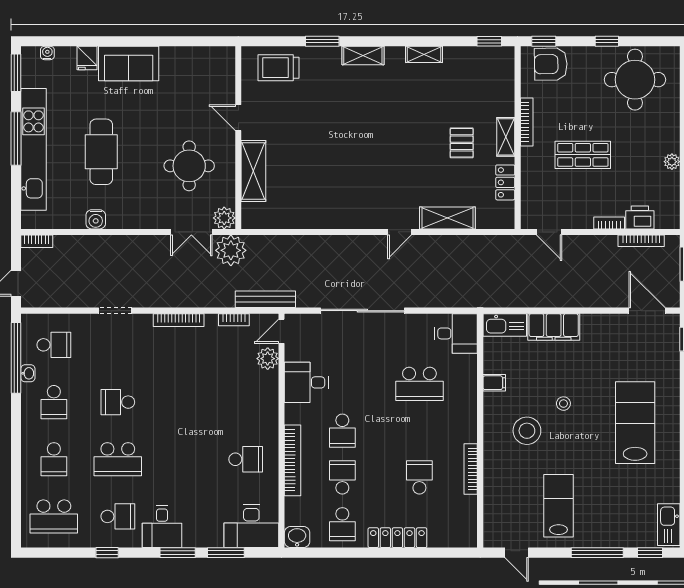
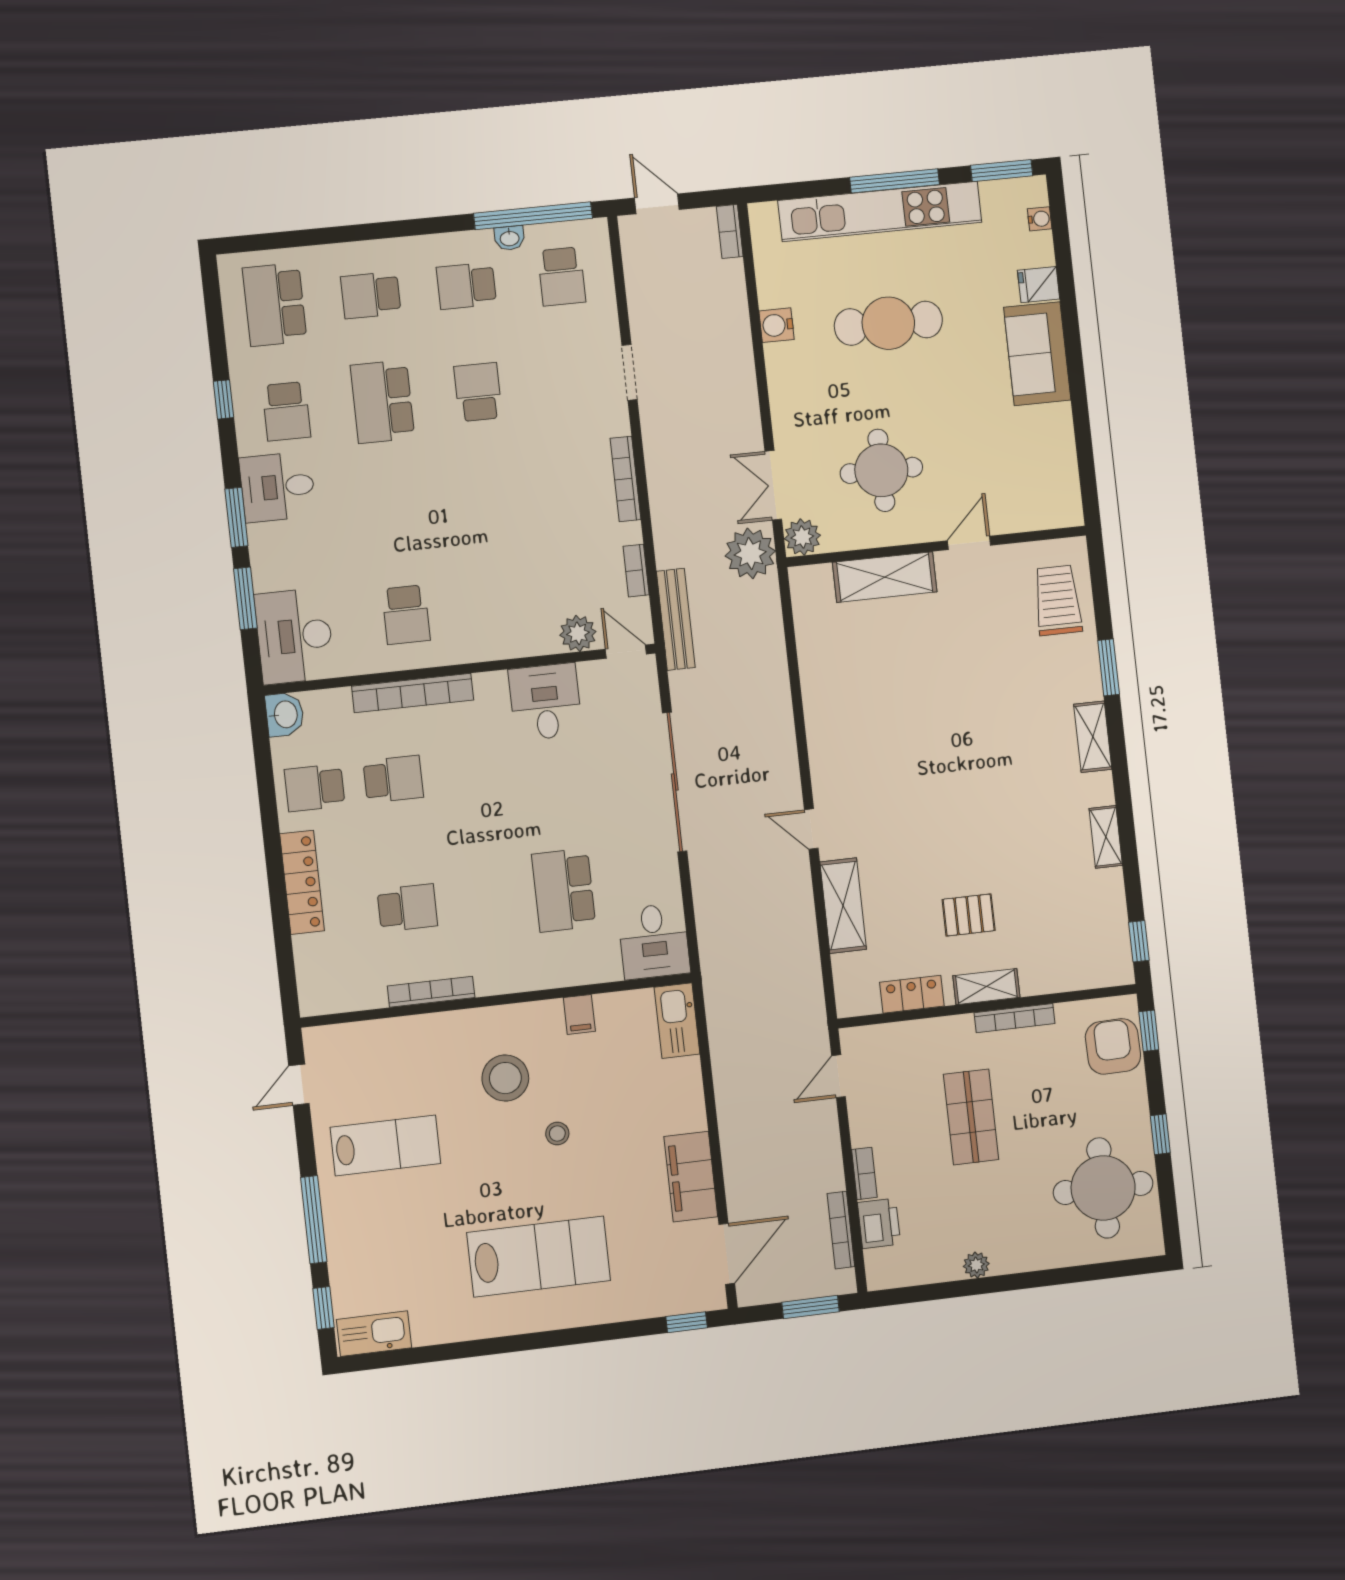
filing cabinet: (554, 327) -> (691, 1177), moved
school desk: (342, 431) -> (472, 771), removed

